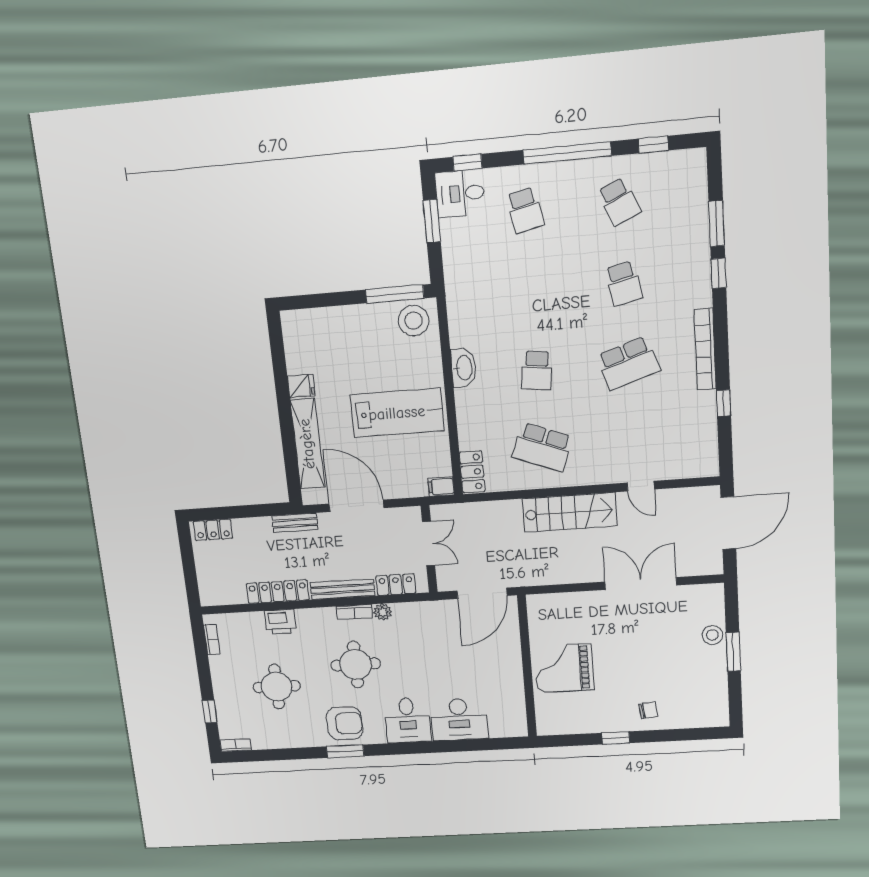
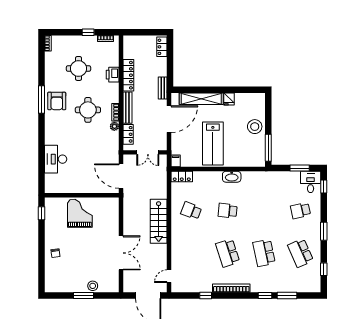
window: (567, 153) -> (324, 231), width x0.47
school desk: (619, 202) -> (300, 253), width x1.85
school desk: (624, 284) -> (264, 253), width x1.85
stool: (414, 321) -> (255, 127), moved
school desk: (542, 447) -> (191, 211), width x0.54
door: (641, 486) -> (169, 276), moved
window: (210, 712) -> (88, 32), moved
desk: (407, 720) -> (57, 133), removed
window: (616, 738) -> (42, 213), moved
window: (345, 751) -> (42, 100), width x1.44

